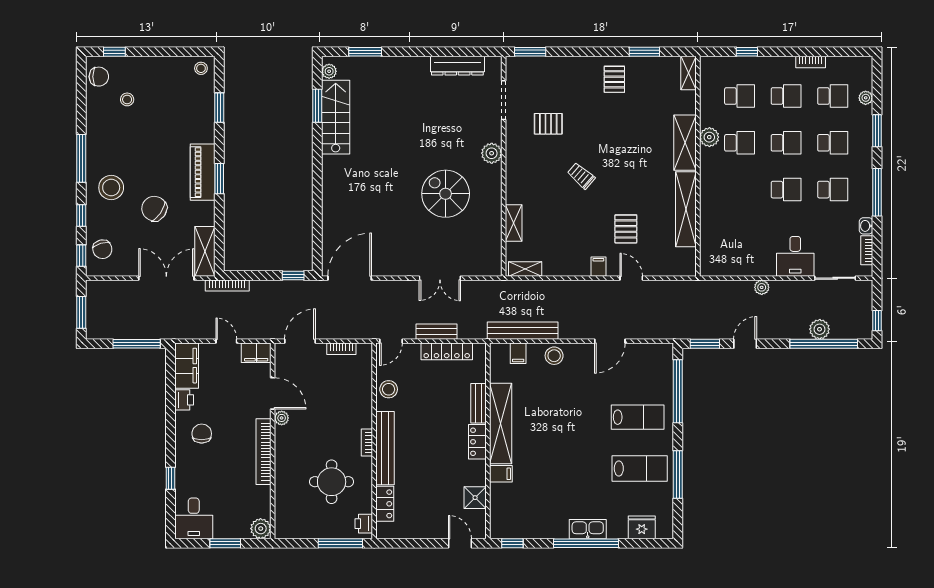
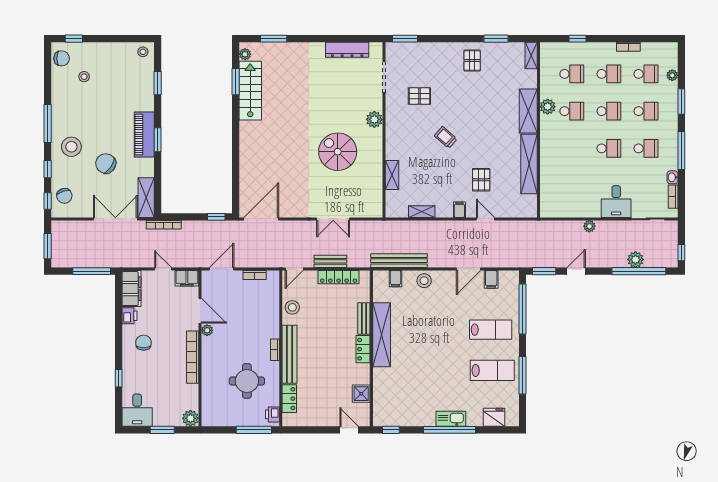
shelving: (525, 269) -> (422, 212), moved
filing cabinet: (501, 474) -> (491, 279), moved, turned 90

